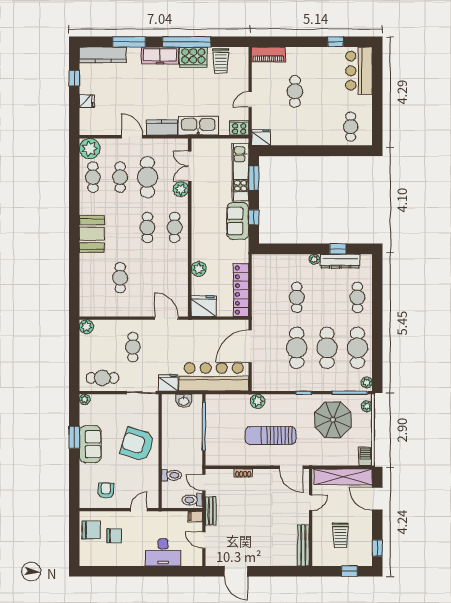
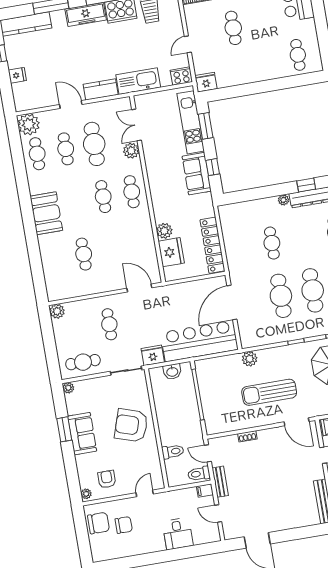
fridge: (204, 306) -> (171, 252), moved, turned 90
plant: (84, 501) -> (86, 494), added
desk: (163, 552) -> (178, 534), width x0.73

